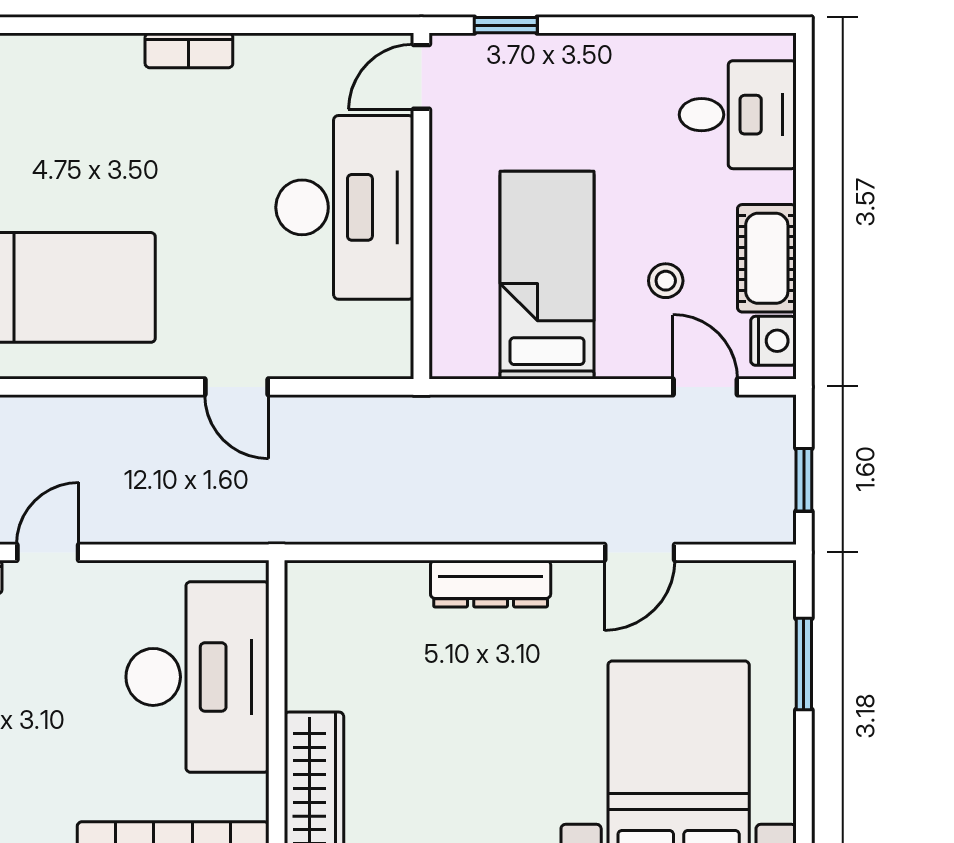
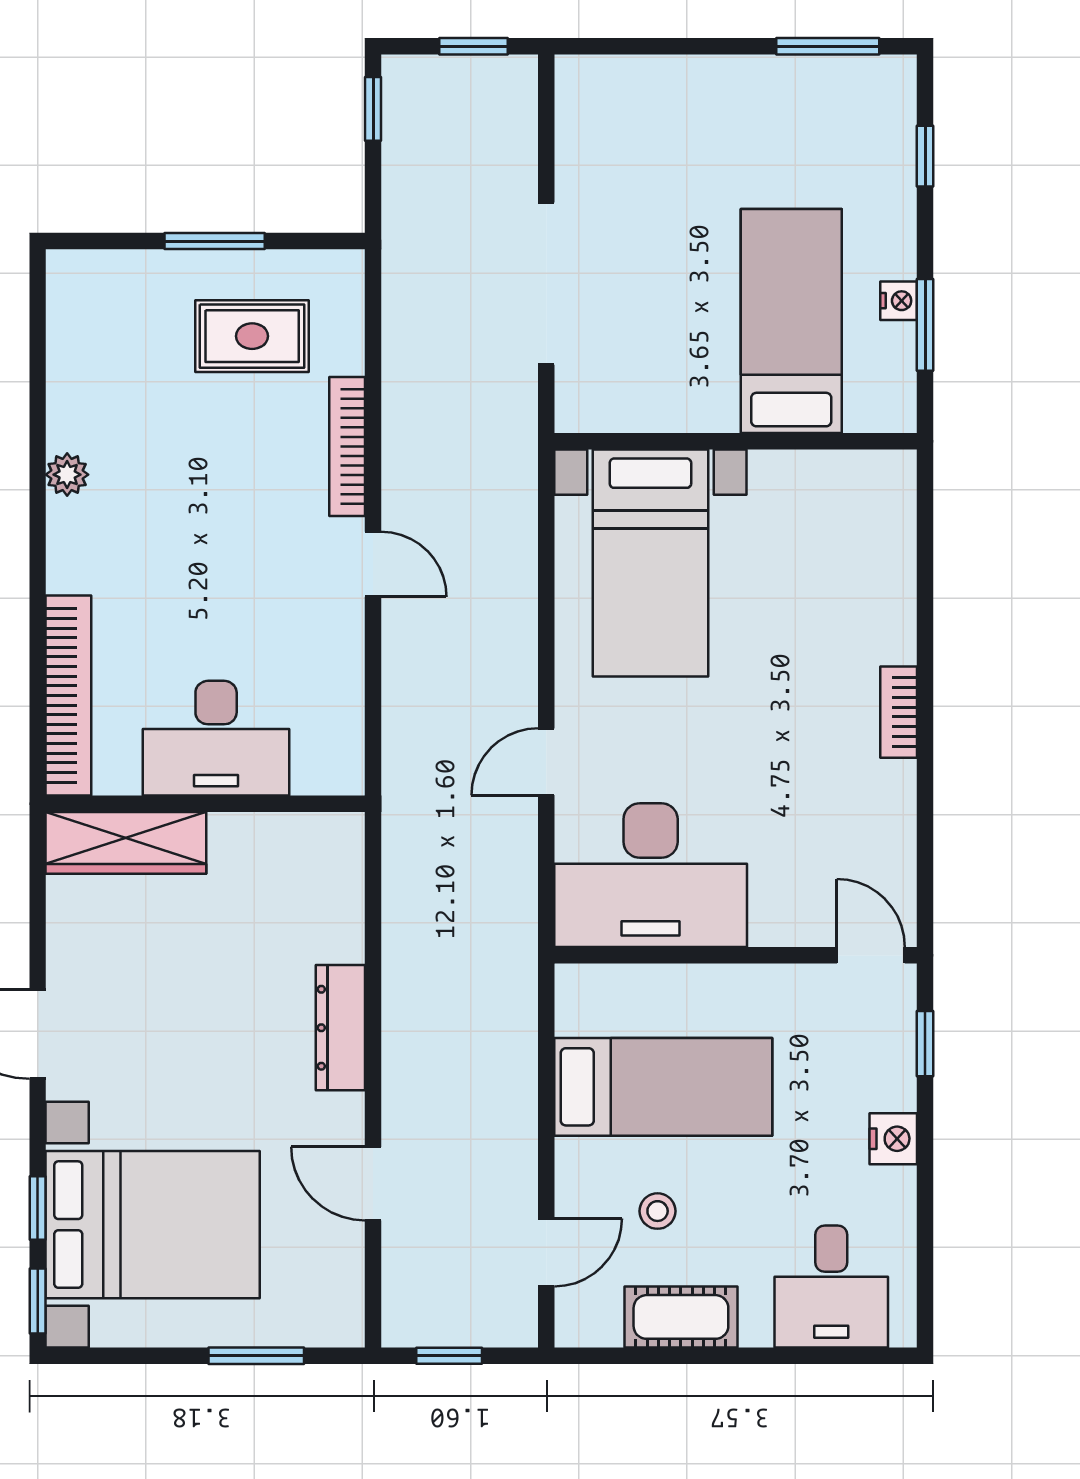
desk: (345, 207) -> (651, 875), moved
nightstand: (774, 341) -> (893, 1139), moved, turned -90
desk: (197, 677) -> (216, 738), width x0.73, depth x0.77

